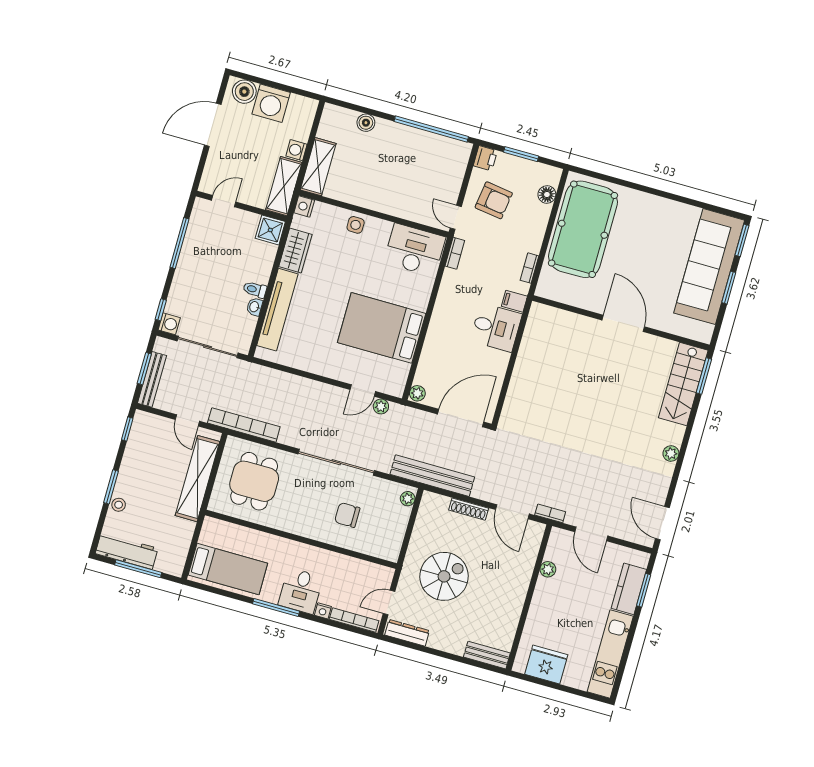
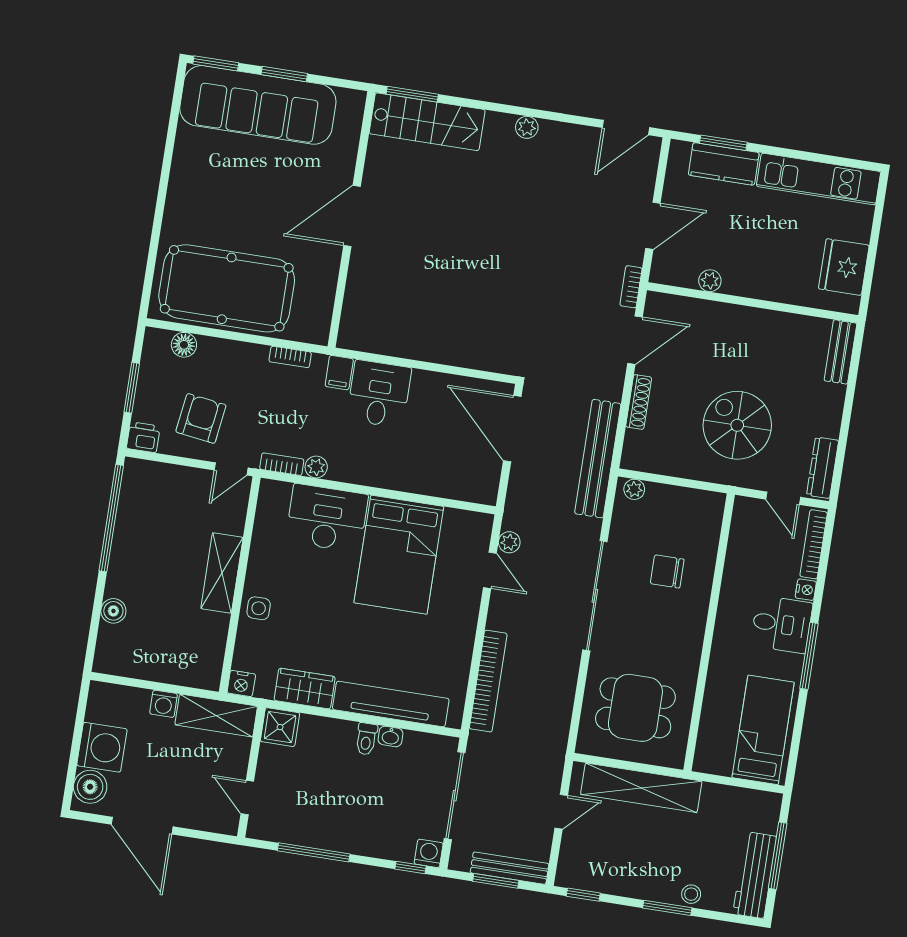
shelving: (318, 167) -> (222, 573), moved, turned 90
desk: (415, 250) -> (327, 518), moved, turned 90
plant: (417, 393) -> (316, 467), moved
bookcase: (244, 425) -> (488, 681), moved, turned 180
chair: (347, 515) -> (667, 571), turned 90

